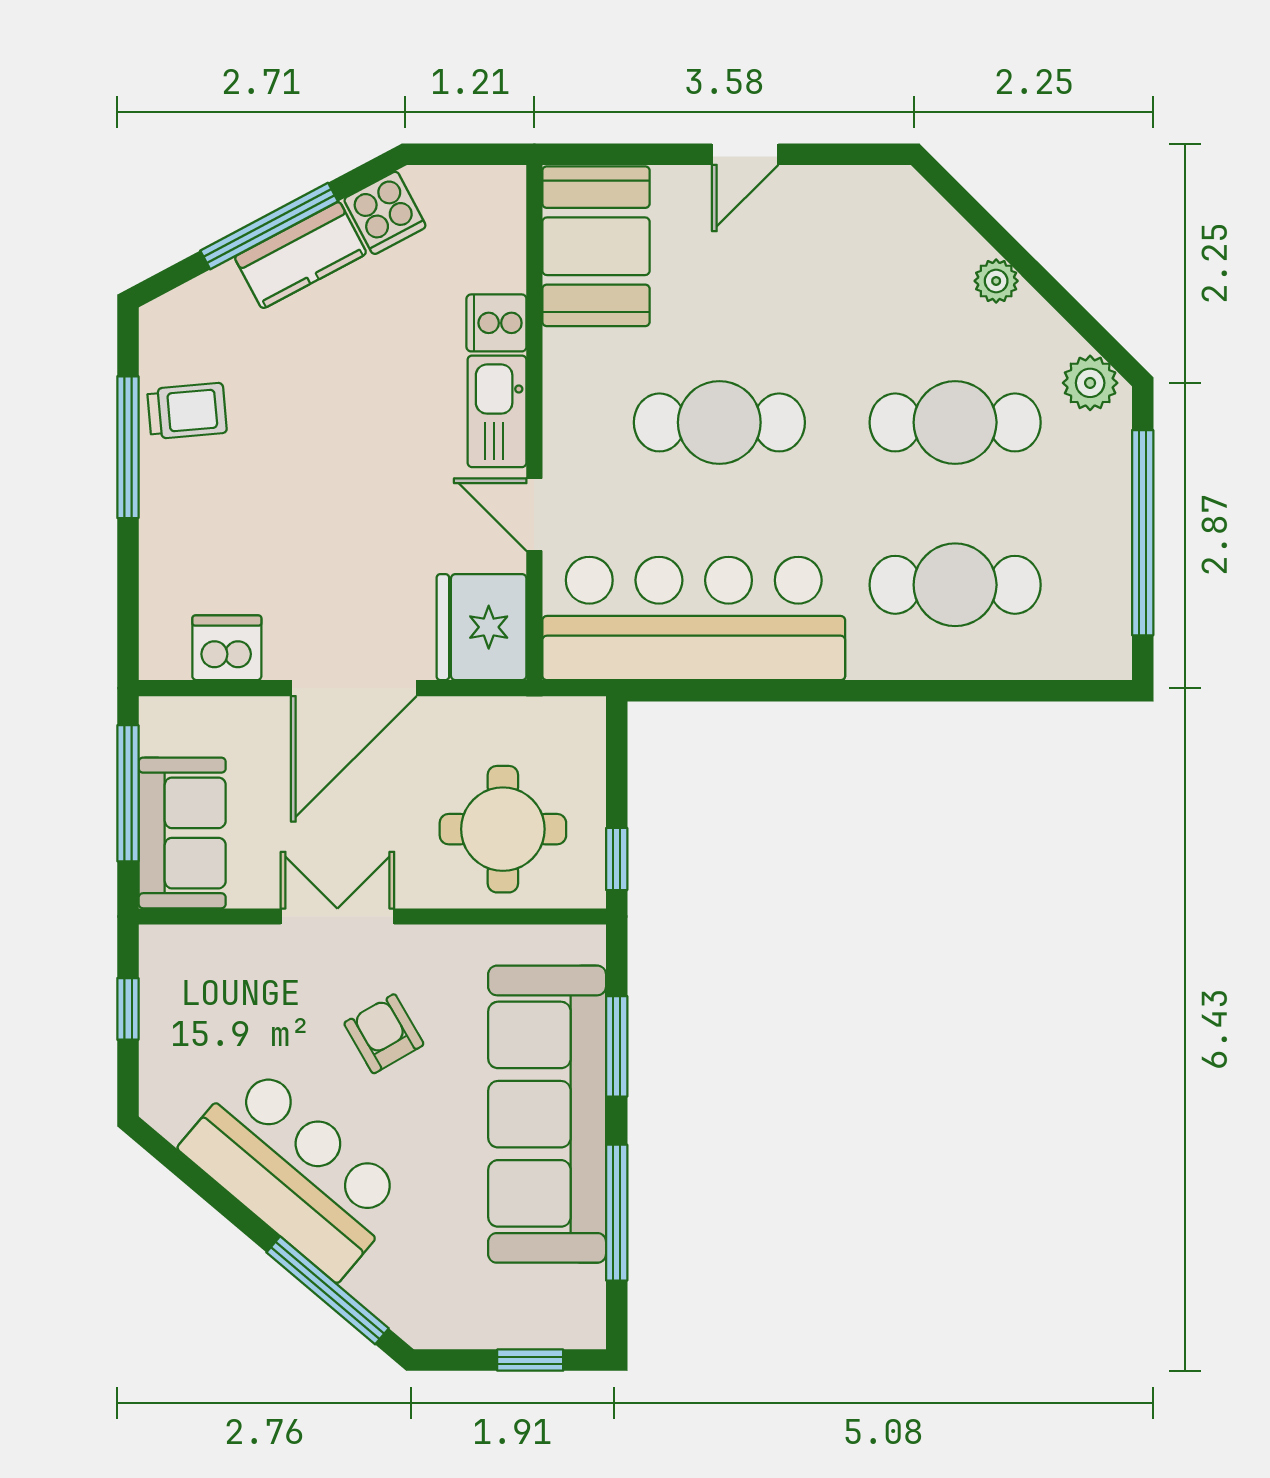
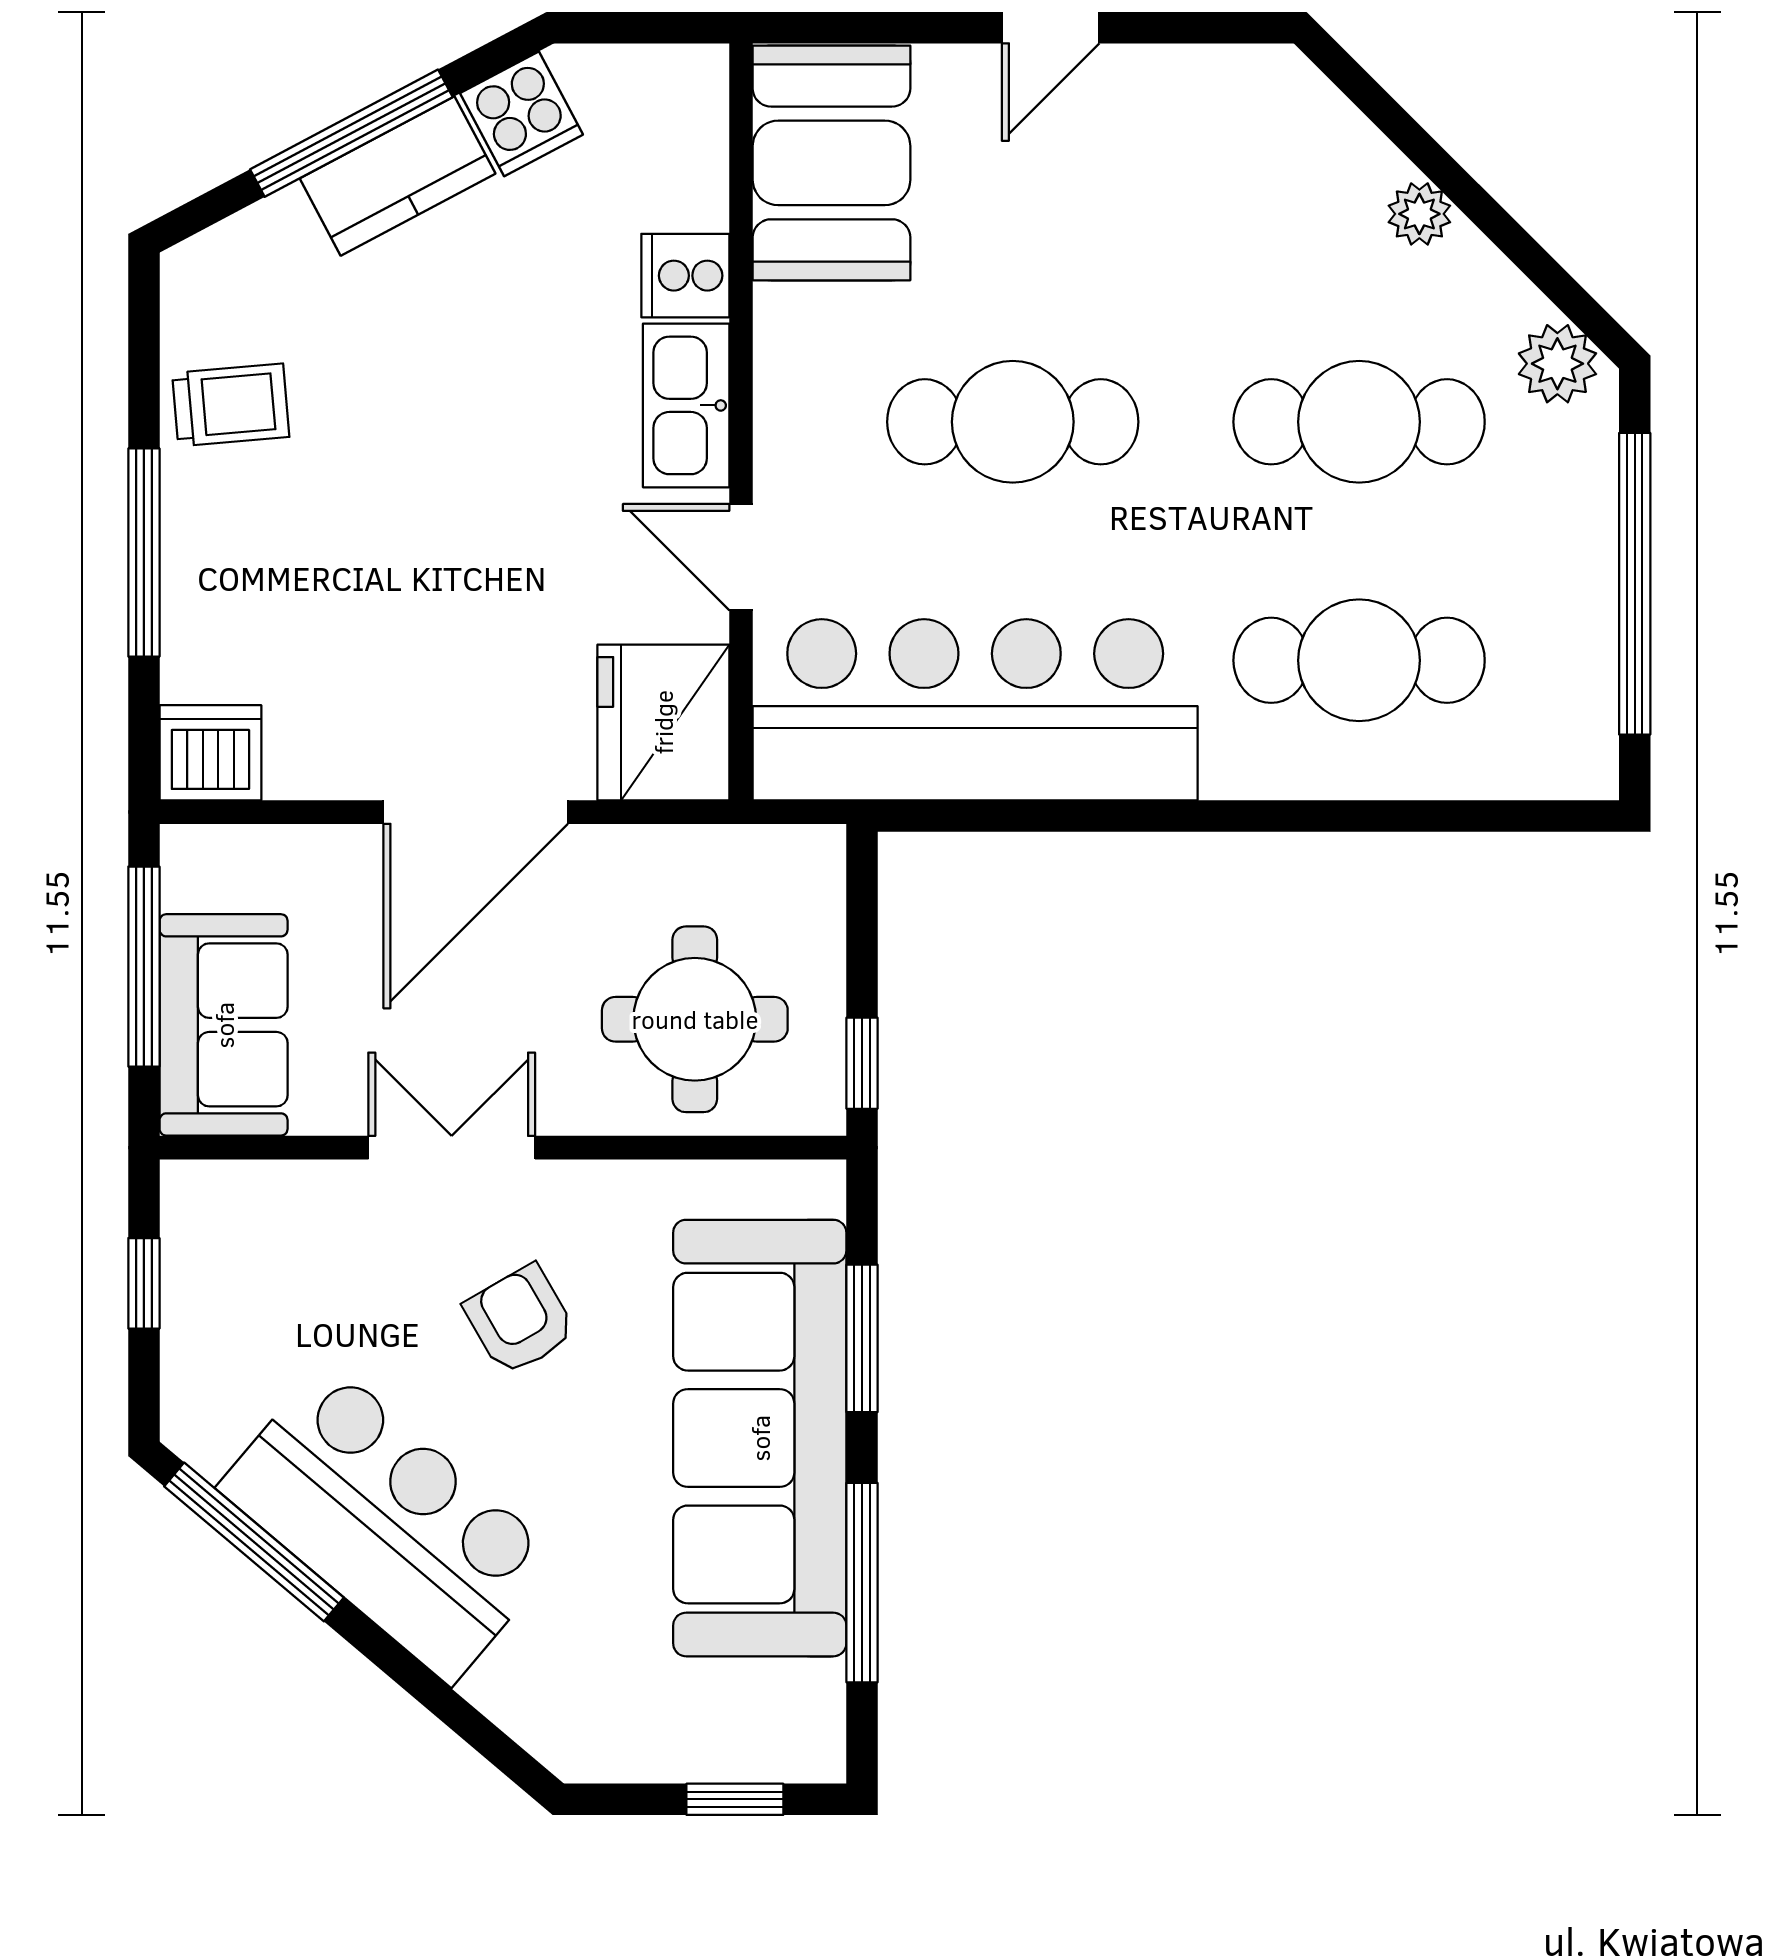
window: (128, 447) -> (144, 552), moved
dishwasher: (227, 648) -> (210, 753), moved
window: (328, 1290) -> (254, 1542), moved

